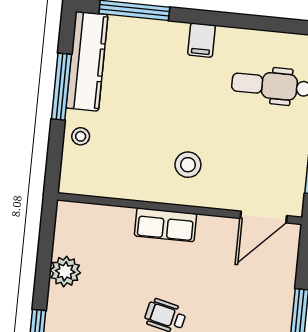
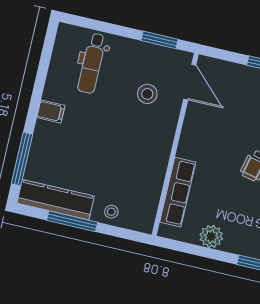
stool: (188, 165) -> (147, 94), moved
row of seats: (166, 225) -> (178, 192), moved, width x1.48

